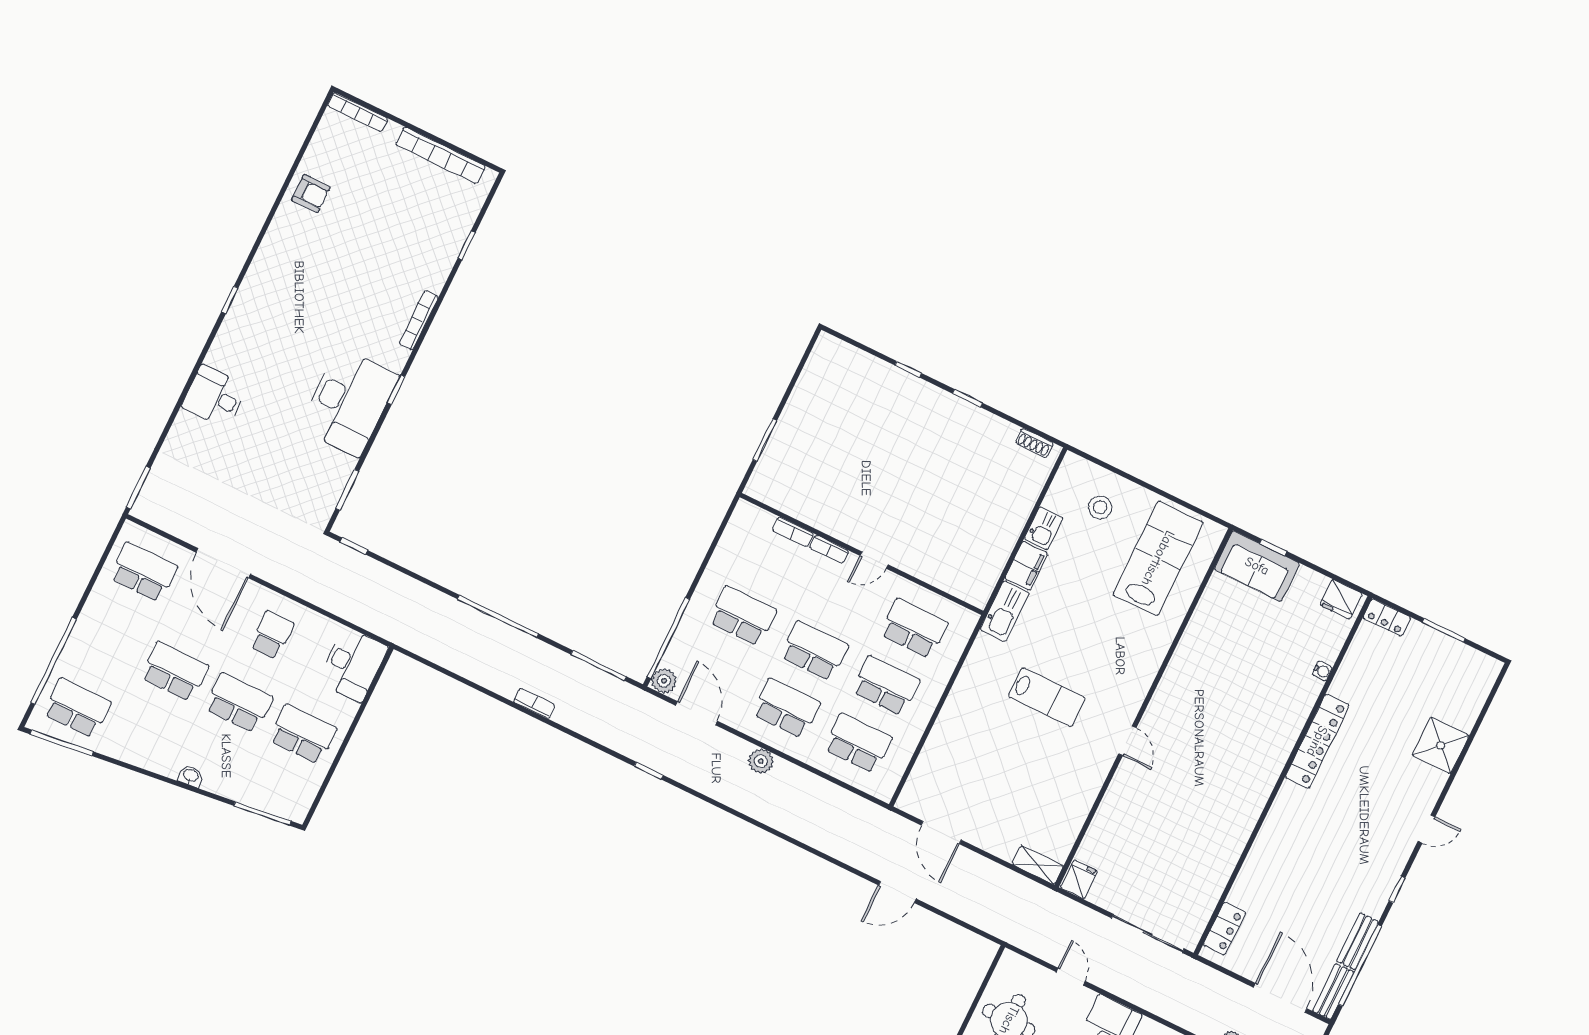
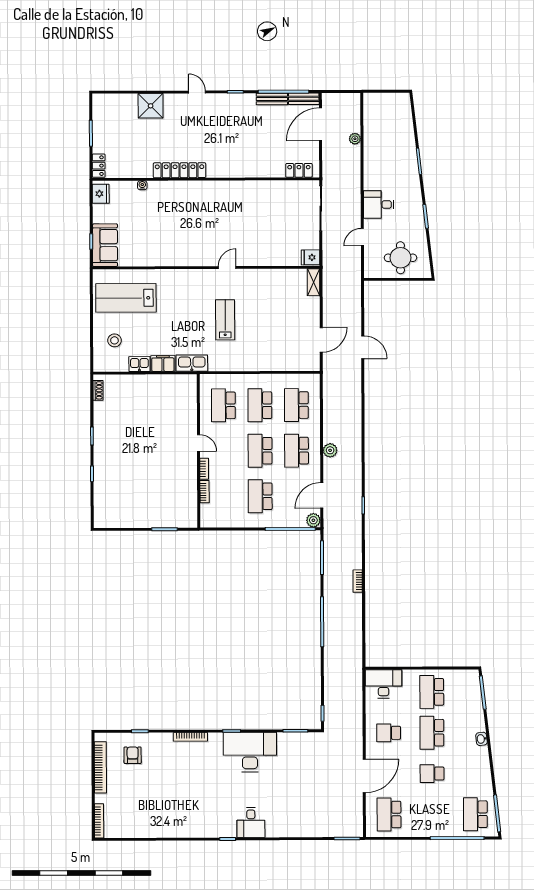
armchair: (311, 193) -> (133, 755), moved
desk: (214, 396) -> (251, 823), moved
school desk: (174, 671) -> (432, 774), width x0.54

